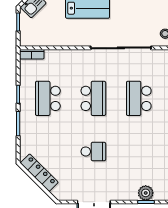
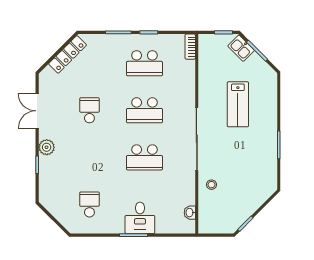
school desk: (48, 98) -> (144, 63), turned 180
school desk: (139, 98) -> (144, 157), turned 180
school desk: (93, 151) -> (89, 110), turned 180
plant: (146, 193) -> (47, 147), moved

